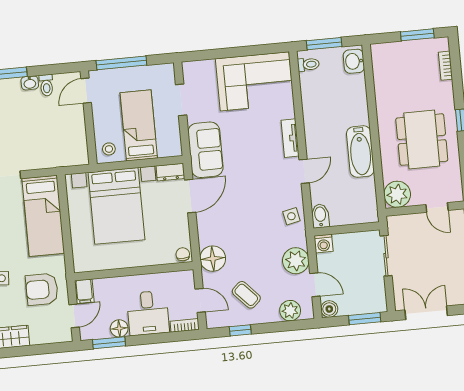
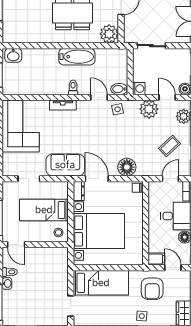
toilet: (308, 64) -> (73, 87), moved
door: (304, 171) -> (99, 97), moved
floor lamp: (213, 259) -> (127, 167), moved
door: (315, 285) -> (167, 97), hinge flipped

